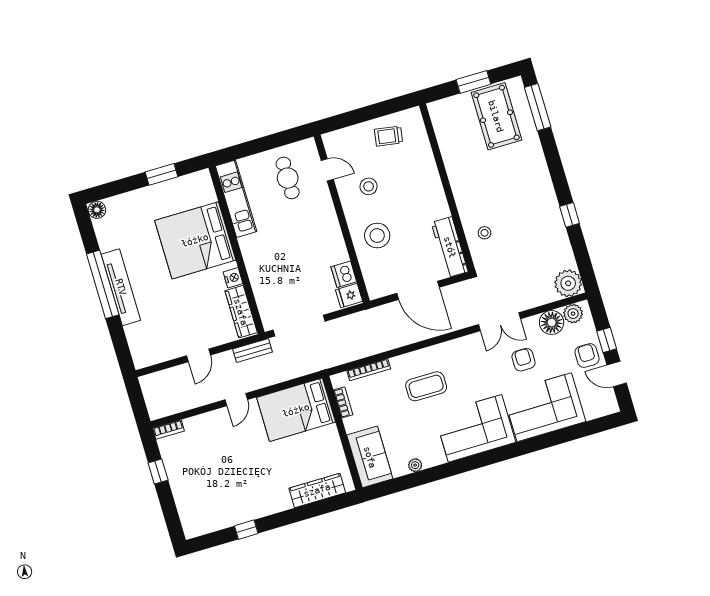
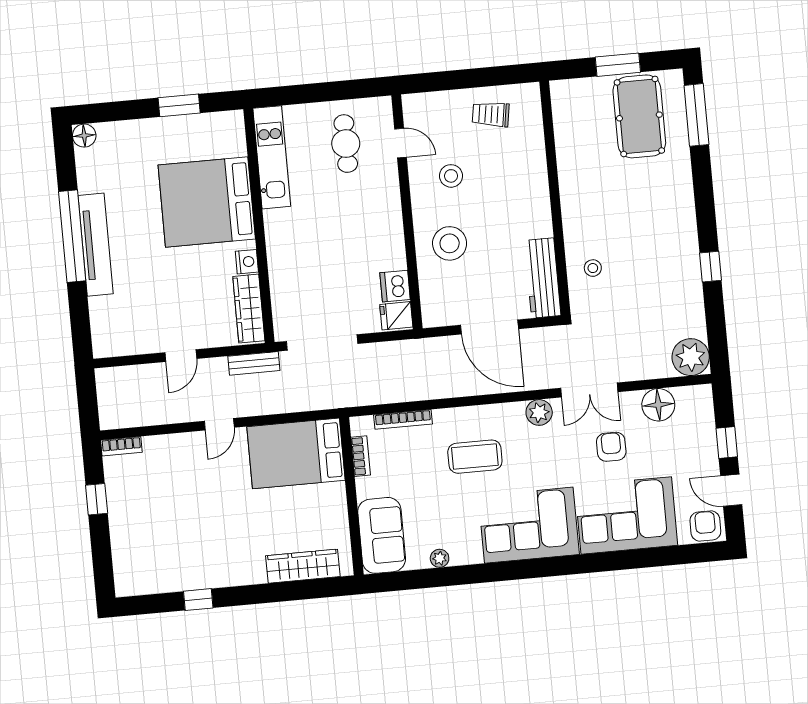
plant: (573, 314) -> (539, 412), moved
armchair: (587, 356) -> (705, 526), moved

